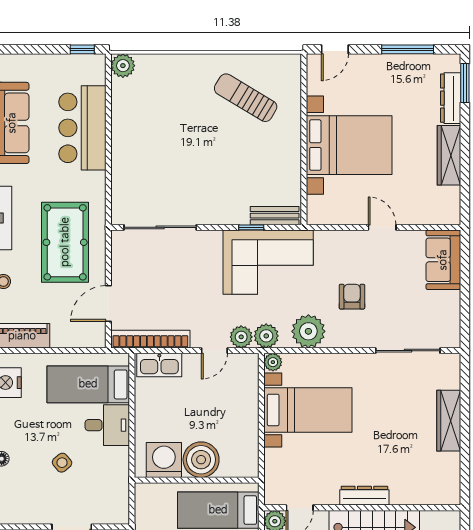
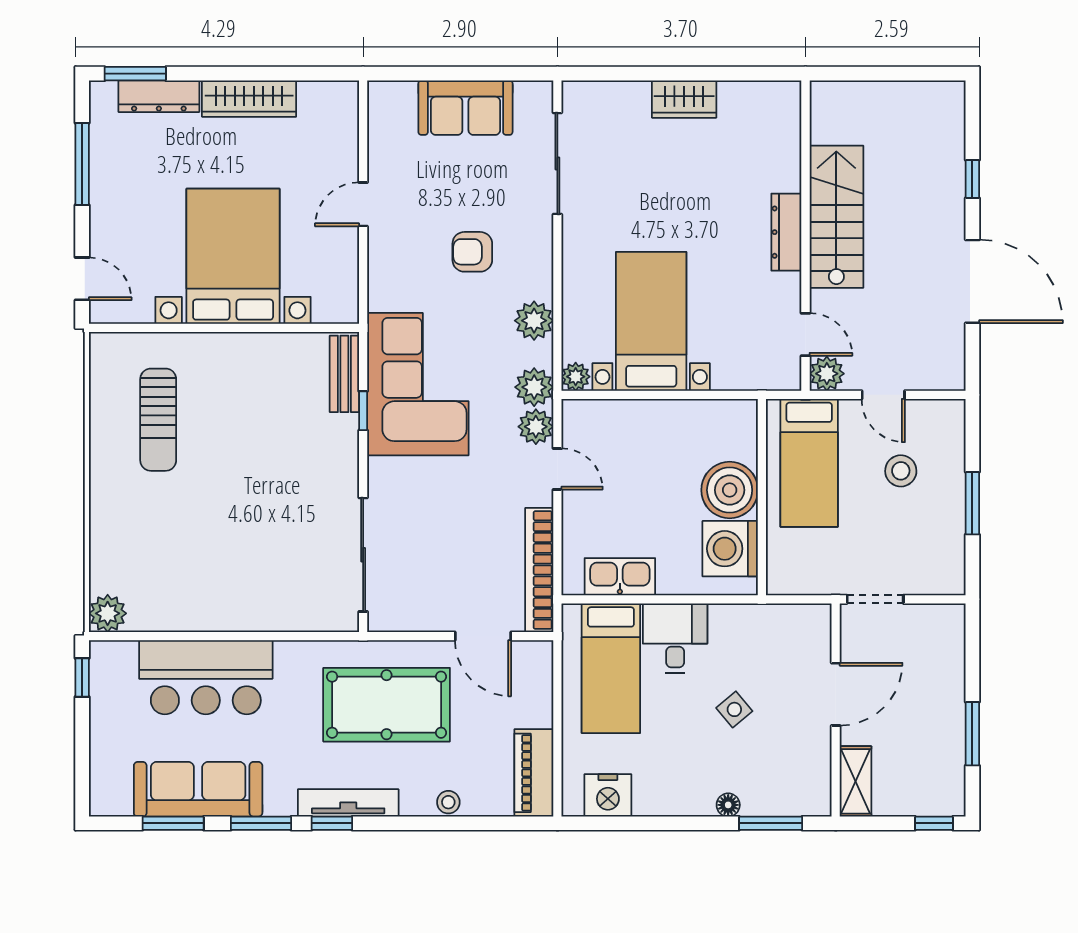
sun lounger: (246, 98) -> (158, 420), turned -31
sofa: (443, 260) -> (465, 108), moved
plant: (308, 331) -> (534, 321), width x0.73, depth x0.73
kitchen sink: (159, 365) -> (620, 577), moved, turned -90
wardrobe: (449, 421) -> (684, 99), width x0.67

